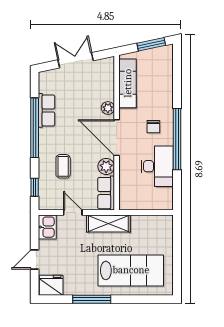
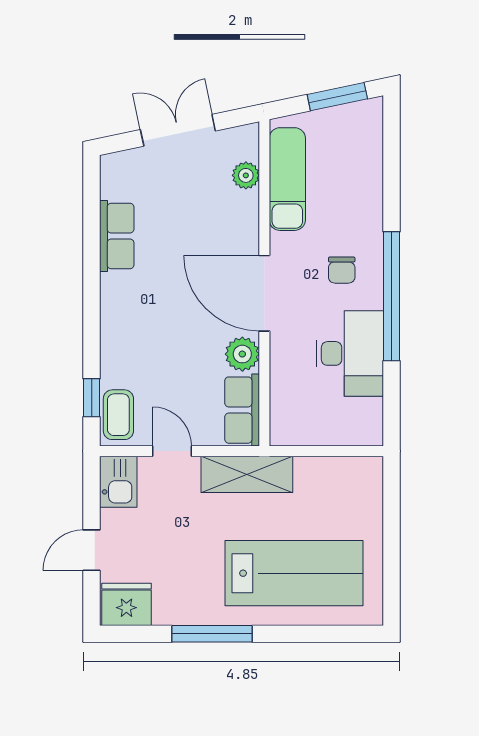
plant: (108, 108) -> (246, 175), moved
window: (35, 128) -> (92, 272), removed
coffee table: (63, 166) -> (118, 415), moved

